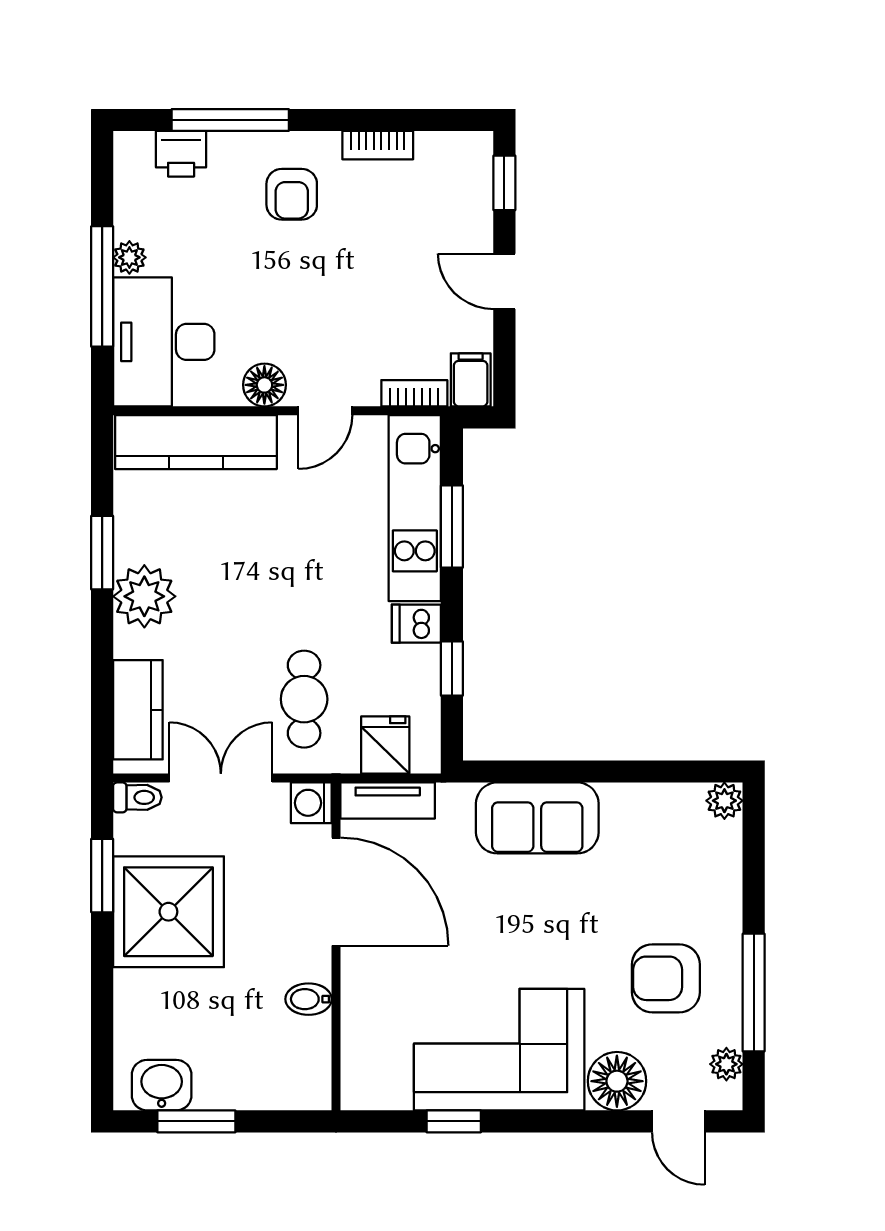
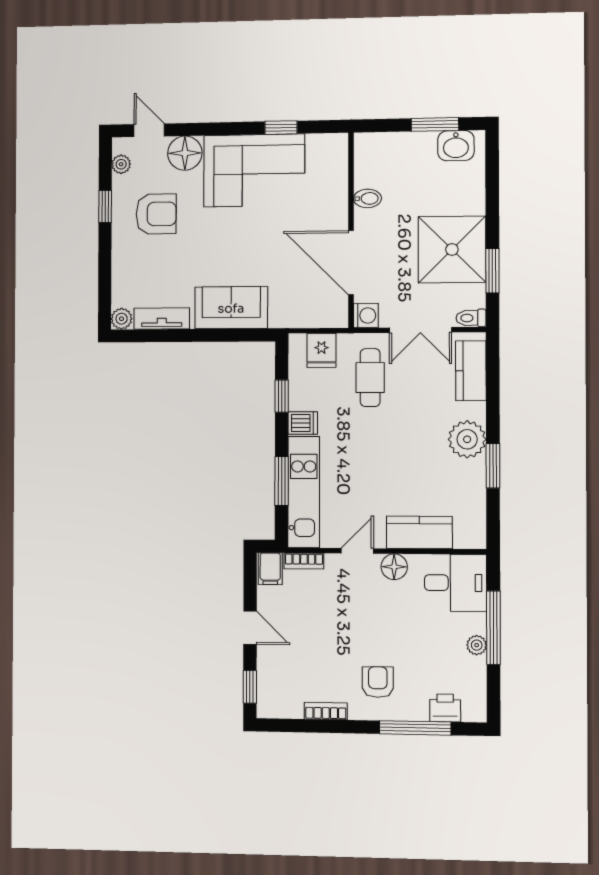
desk: (164, 342) -> (455, 583), width x0.73
kitchen counter: (196, 442) -> (419, 532), width x0.67
tv unit: (388, 801) -> (162, 318), moved
window: (754, 993) -> (105, 206), width x0.46

